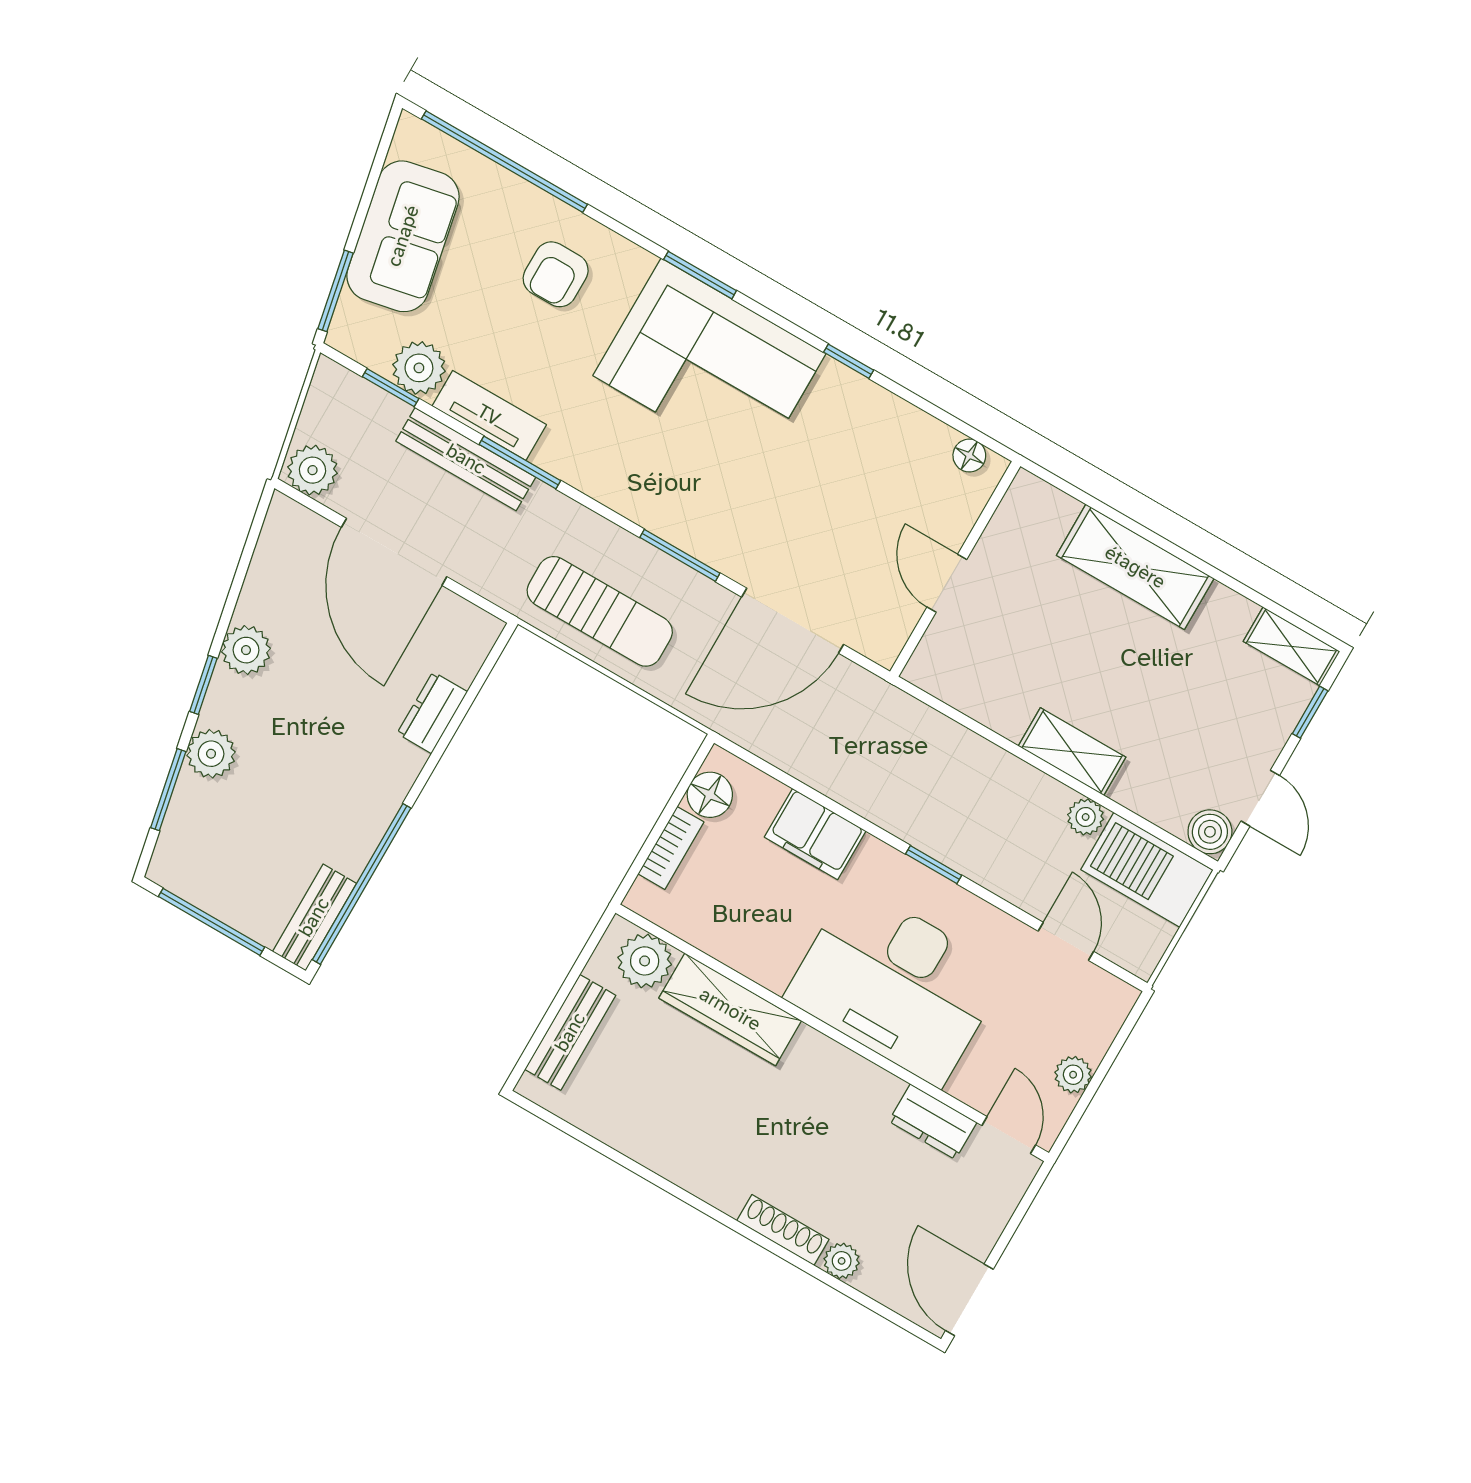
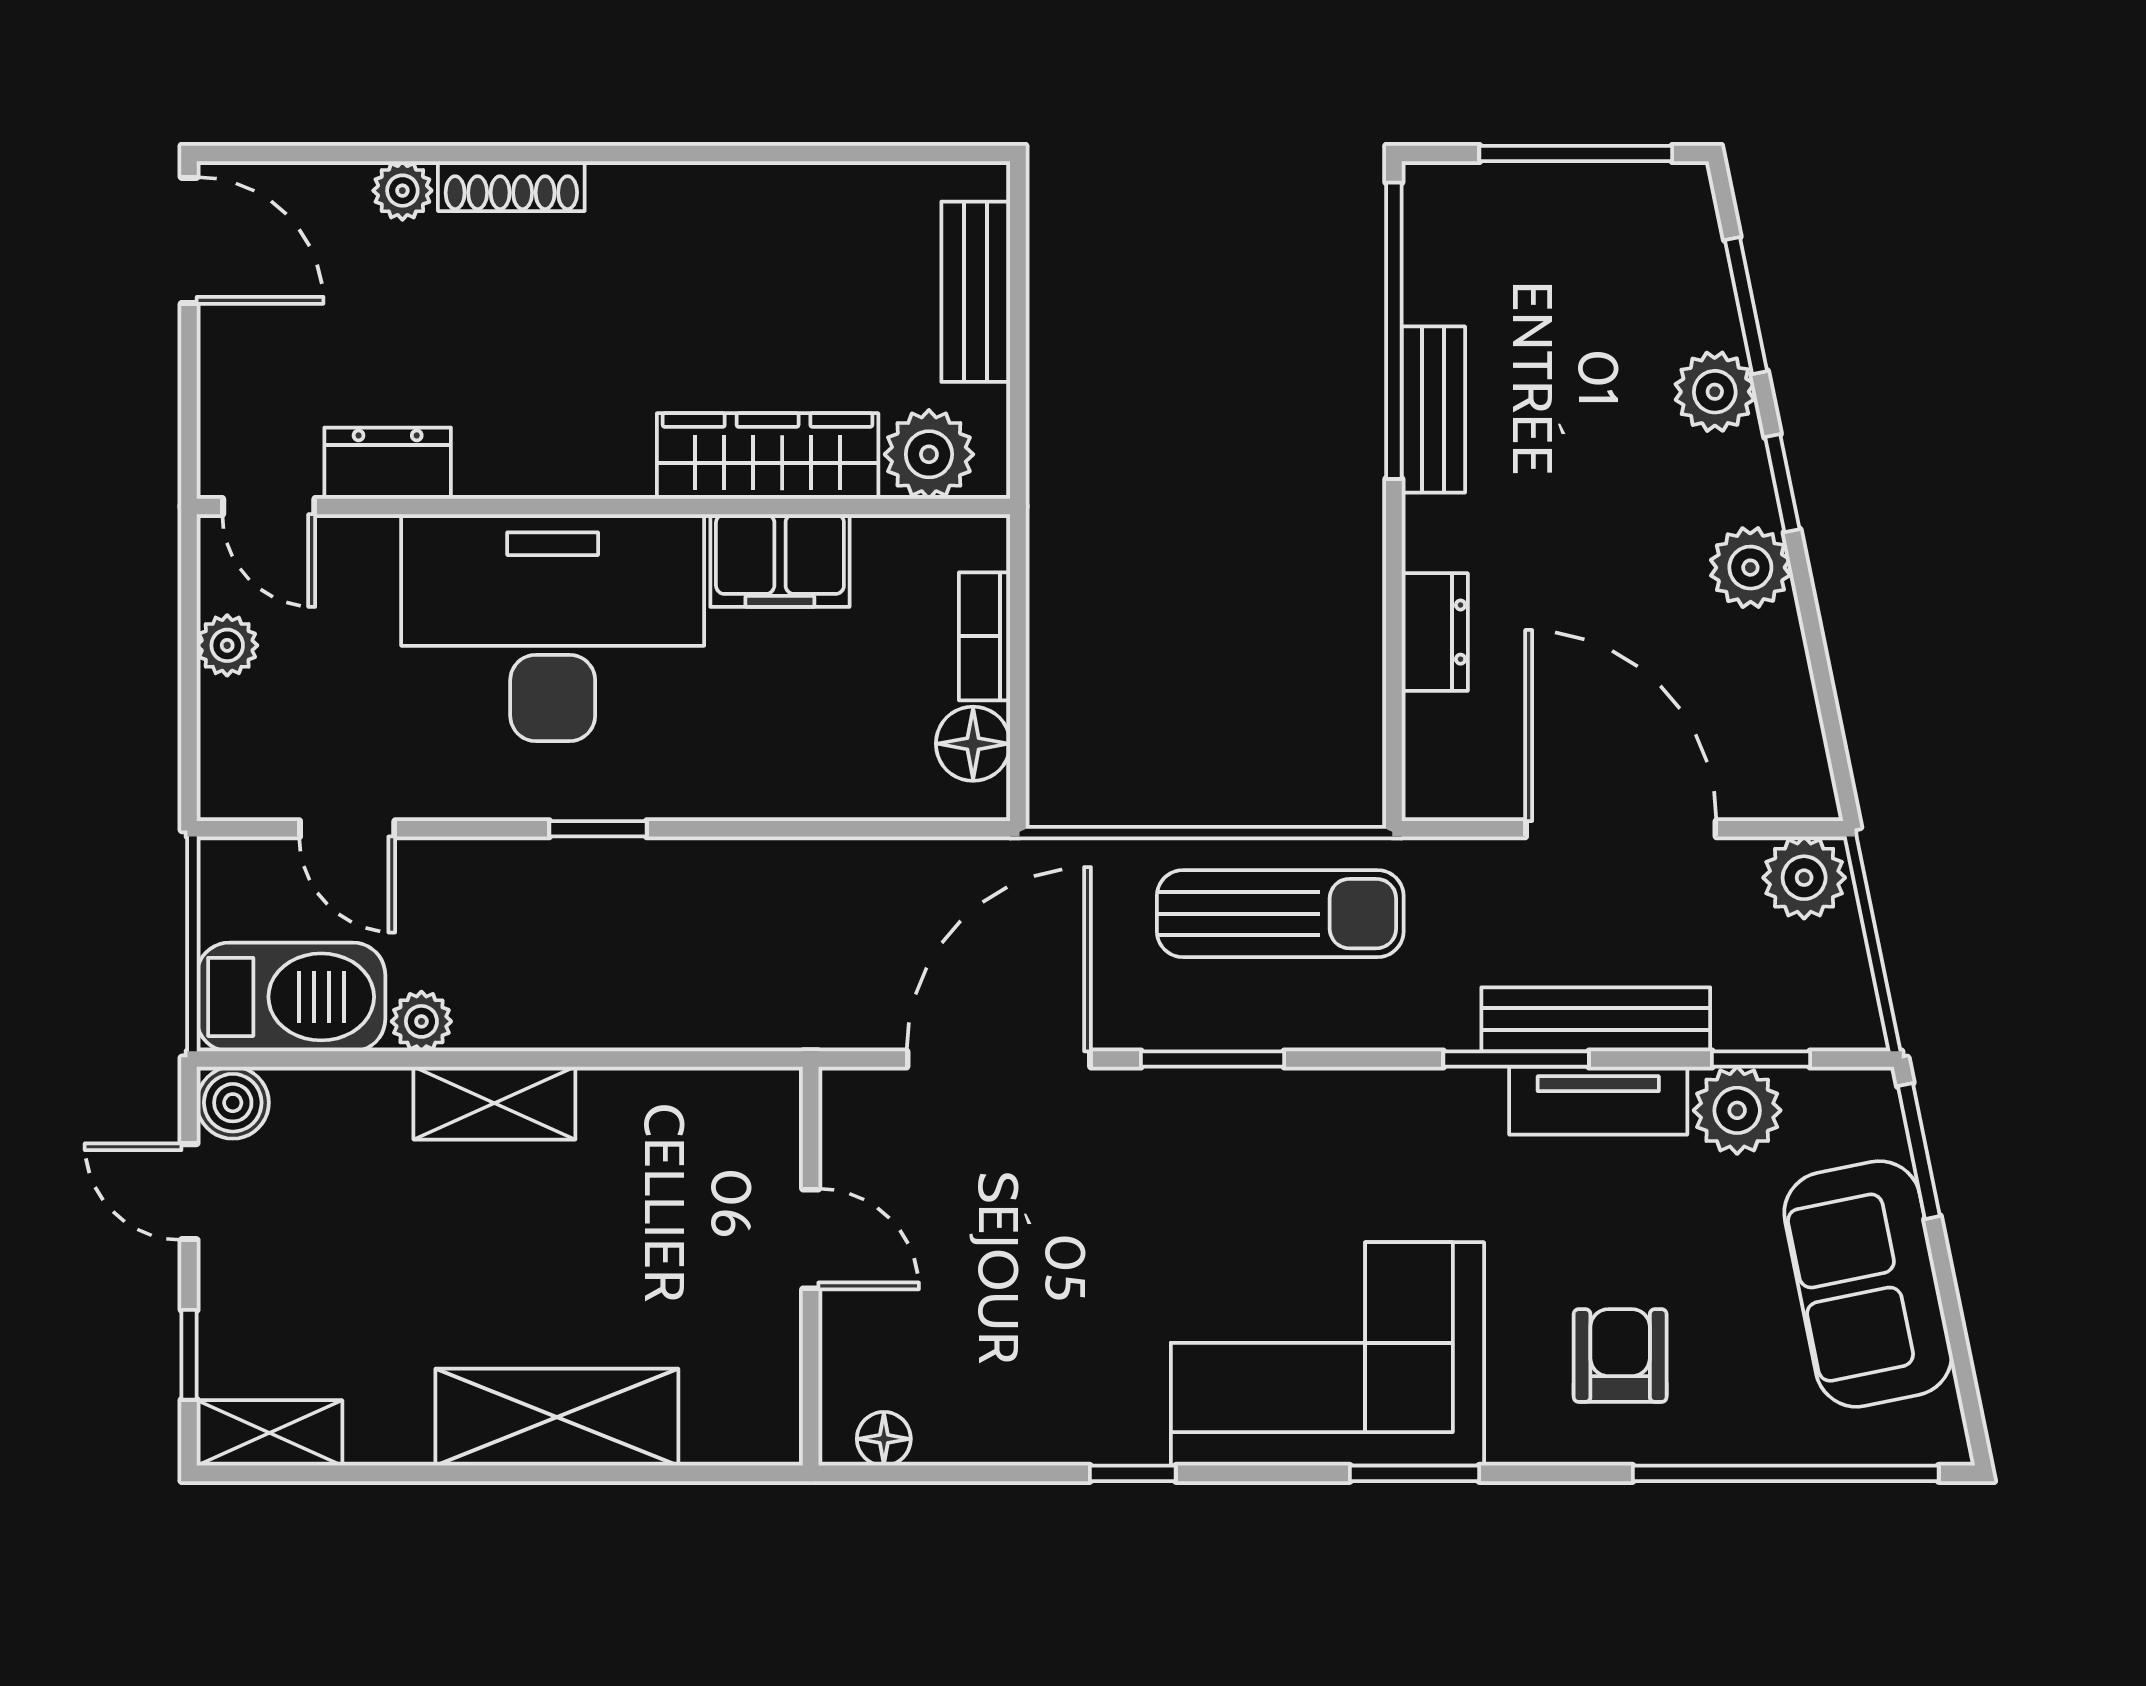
sun lounger: (600, 611) -> (1280, 914), turned 180
filing cabinet: (815, 834) -> (780, 561), moved, turned 180
bench: (314, 917) -> (1433, 410), moved

